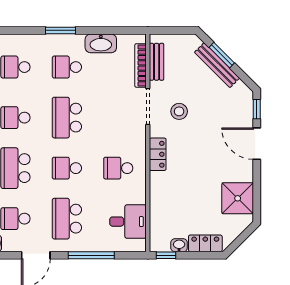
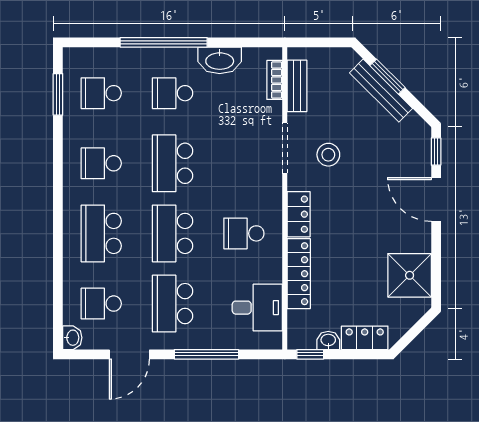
window: (60, 30) -> (164, 42), width x2.11
bookcase: (140, 65) -> (275, 80), width x0.64
school desk: (67, 168) -> (173, 233), width x1.85
locker: (158, 197) -> (299, 274), added

